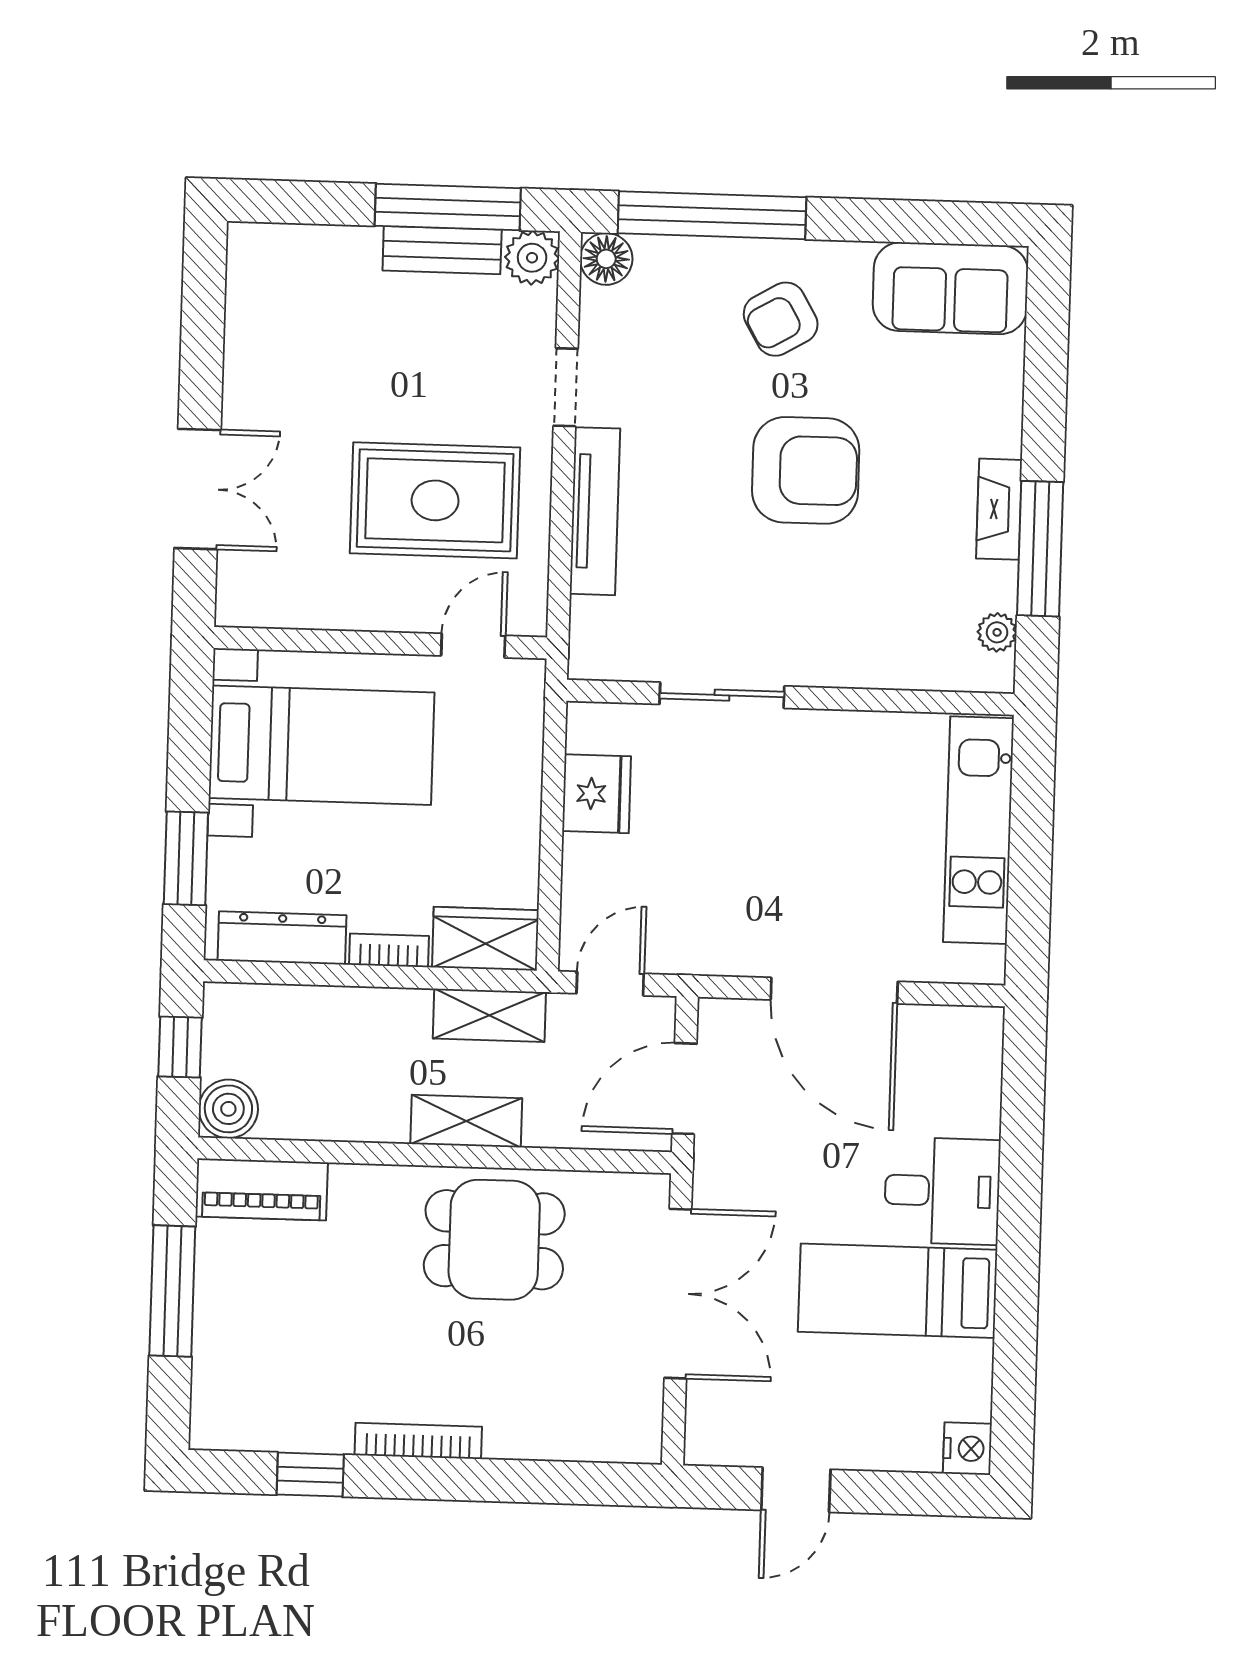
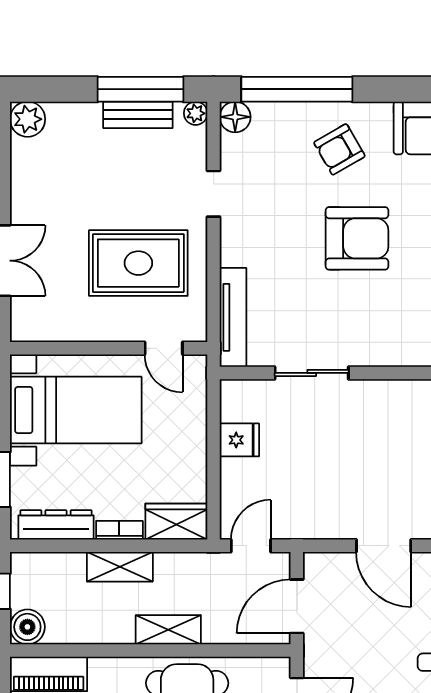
plant: (256, 252) -> (28, 119), added
plant: (532, 258) -> (196, 113), width x0.73, depth x0.73
tv unit: (595, 511) -> (233, 317), moved
door: (473, 646) -> (164, 348), swing flipped
fridge: (597, 794) -> (239, 440), width x0.72
door: (834, 991) -> (384, 546), width x0.73
shelving: (489, 1015) -> (120, 567), moved

